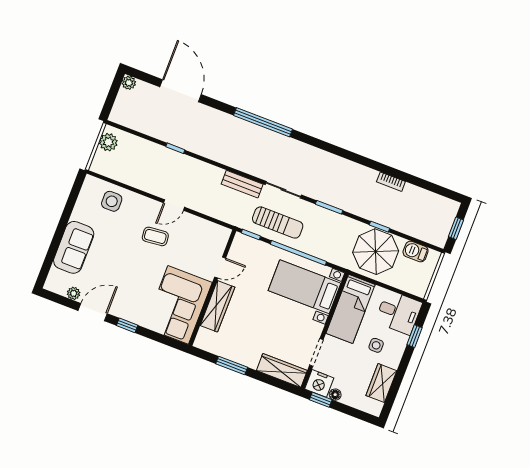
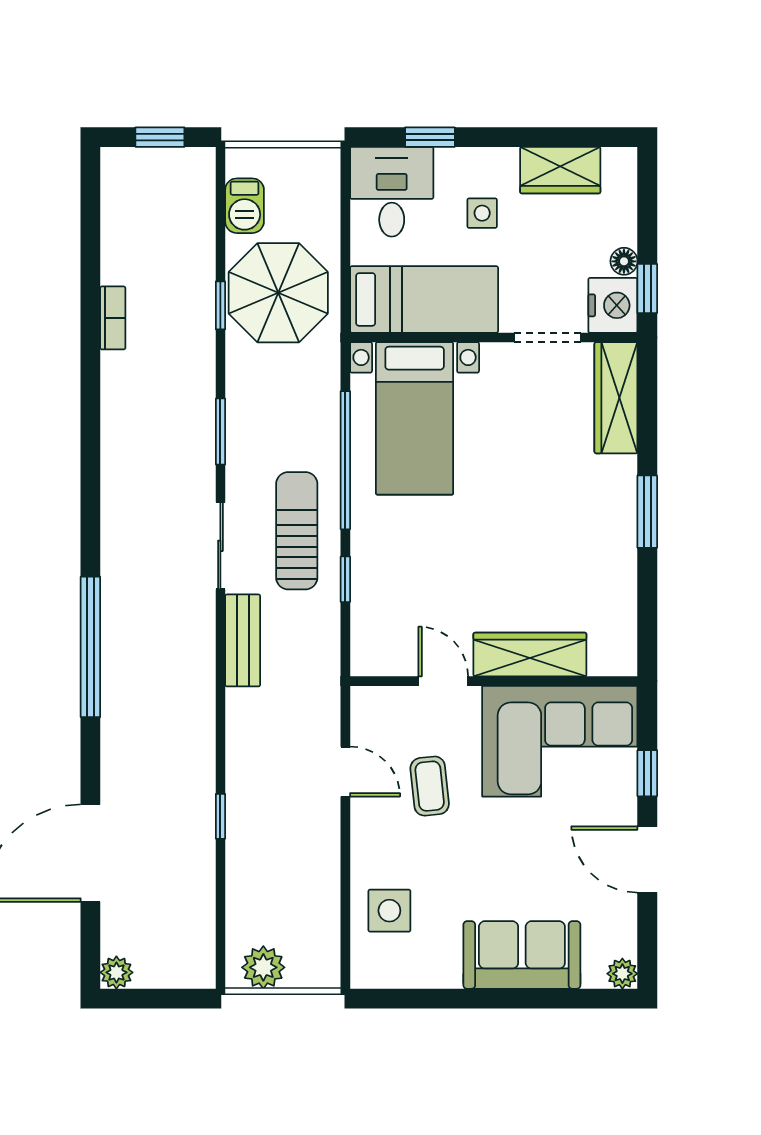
door: (220, 268) -> (443, 681), moved
wall: (212, 288) -> (494, 681), moved
plant: (74, 293) -> (622, 974), moved
corner sofa: (178, 305) -> (560, 741), moved
wardrobe: (217, 306) -> (530, 655), moved

